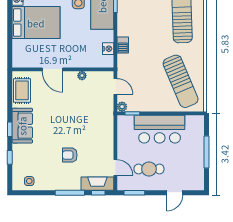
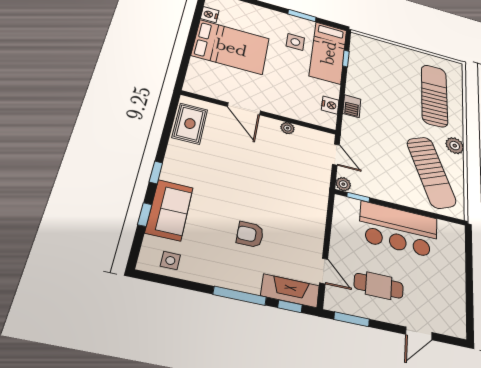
plant: (197, 55) -> (455, 146), added
sofa: (22, 126) -> (169, 210), moved
window: (206, 152) -> (469, 279), removed

